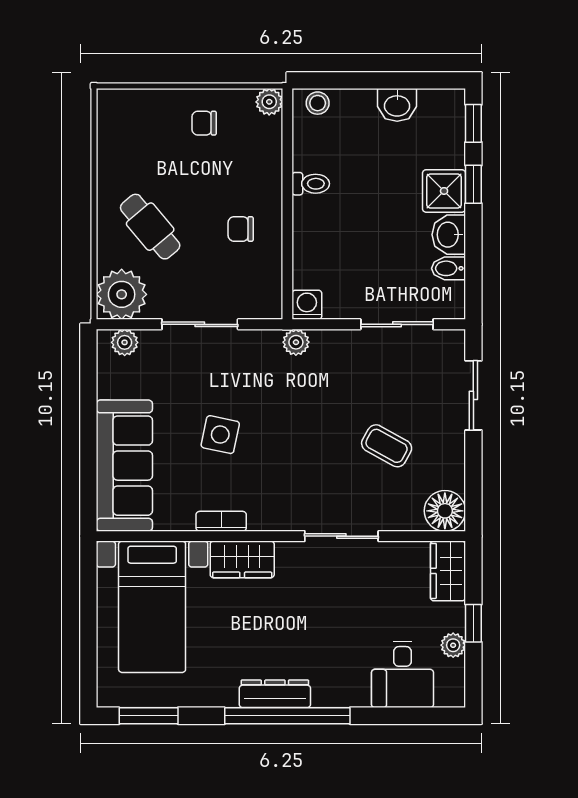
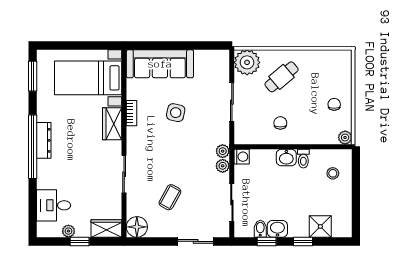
stool: (318, 103) -> (333, 173), moved
washbasin: (397, 105) -> (286, 158), moved, turned -90
window: (473, 123) -> (267, 241), moved
shower: (444, 191) -> (320, 226), moved
plant: (125, 342) -> (223, 166), moved

